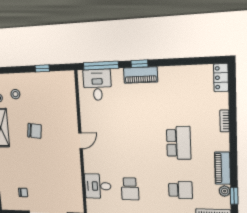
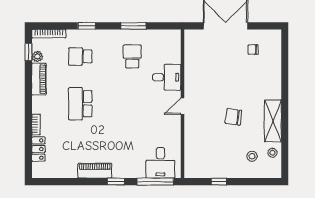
piano: (141, 75) -> (95, 171), moved
locker: (221, 78) -> (38, 149), moved
desk: (98, 186) -> (167, 77), moved

